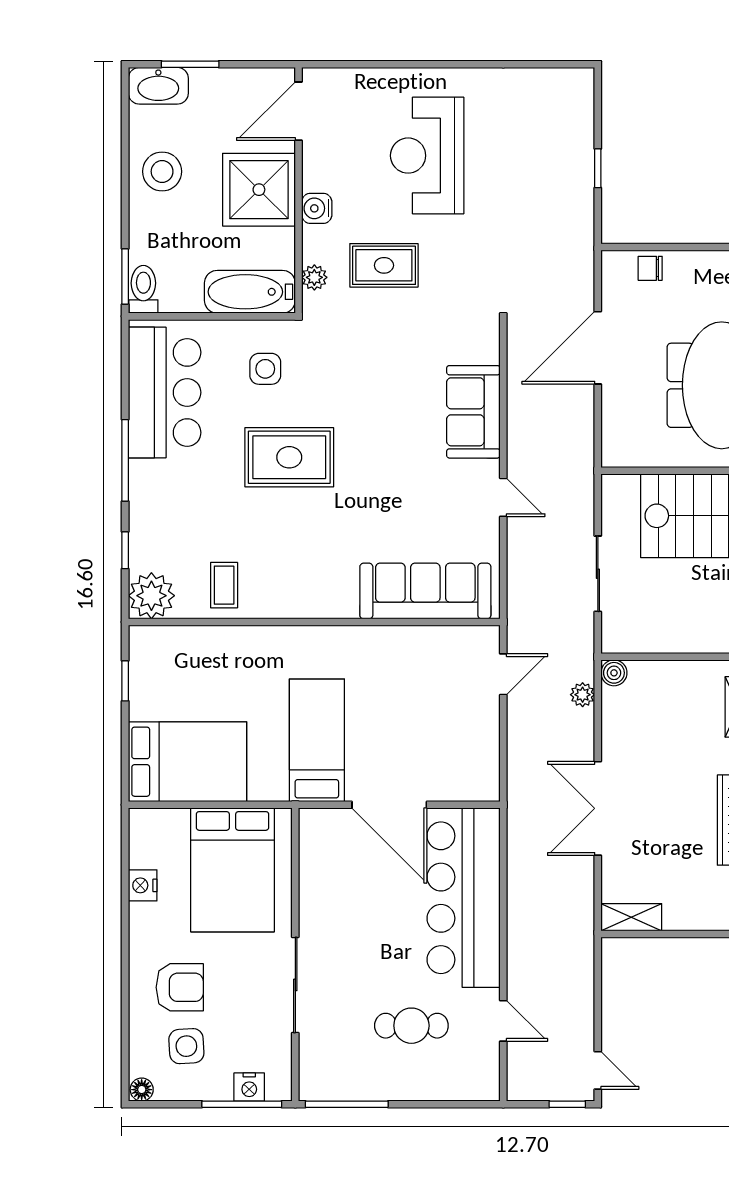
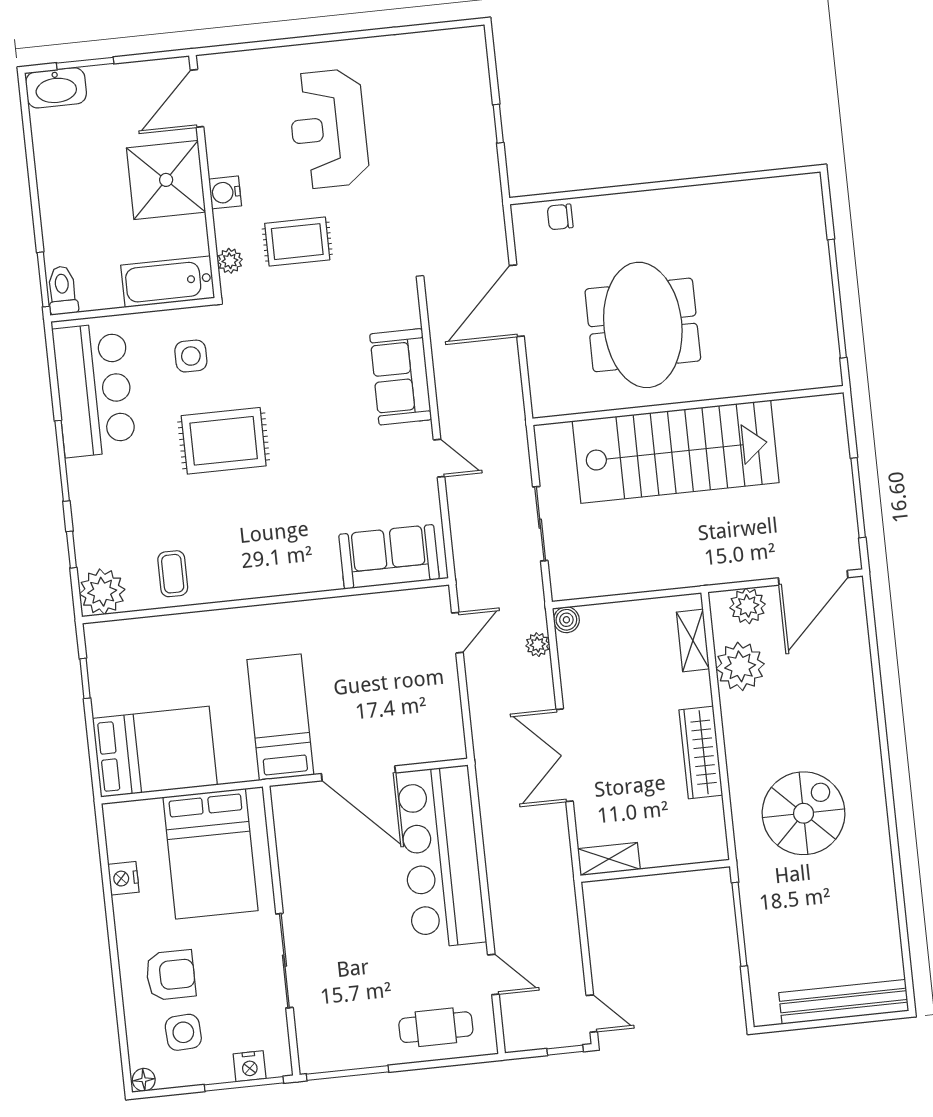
stool: (162, 171) -> (69, 172), removed
sofa: (425, 591) -> (389, 557), width x0.73
cafe table: (411, 1026) -> (436, 1027), moved

